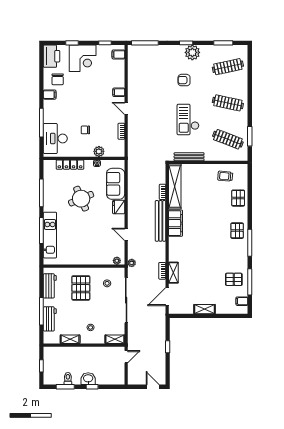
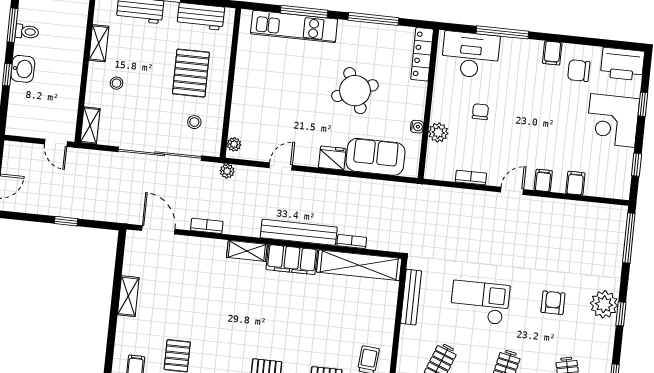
plant: (192, 52) -> (604, 304), moved
filing cabinet: (118, 54) -> (575, 183), moved
locker: (70, 165) -> (422, 54), moved
shelving: (173, 273) -> (247, 251), moved
pallet: (81, 288) -> (191, 73), turned 90

